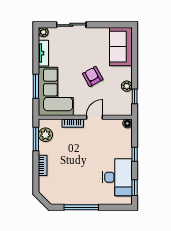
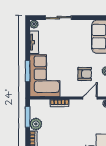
armchair: (93, 76) -> (85, 74), moved, turned 119
door: (95, 117) -> (90, 98), moved
plant: (45, 135) -> (36, 124), moved

